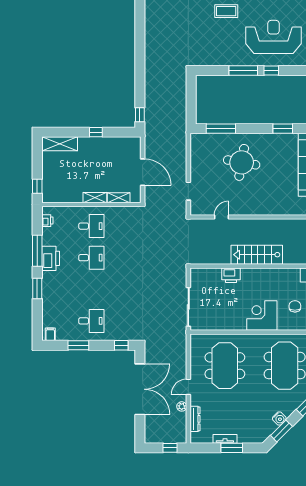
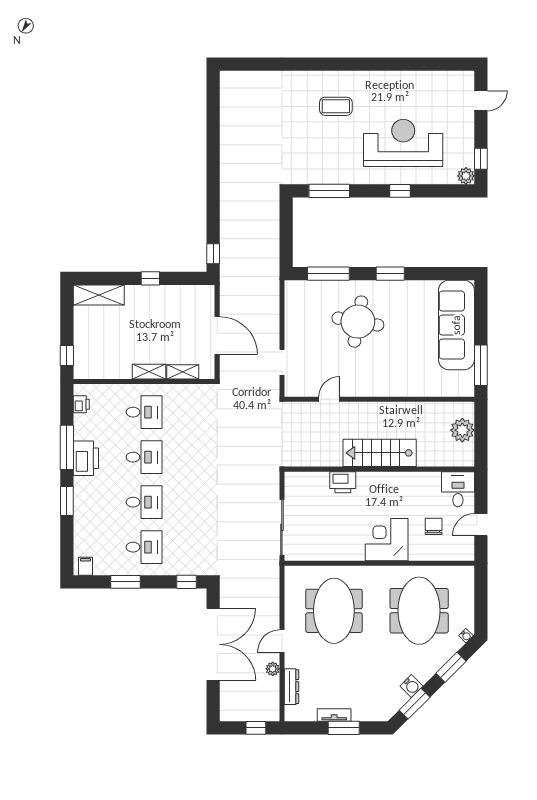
window: (243, 71) -> (329, 191), moved
window: (283, 129) -> (390, 274), moved
desk: (91, 289) -> (144, 502), added

